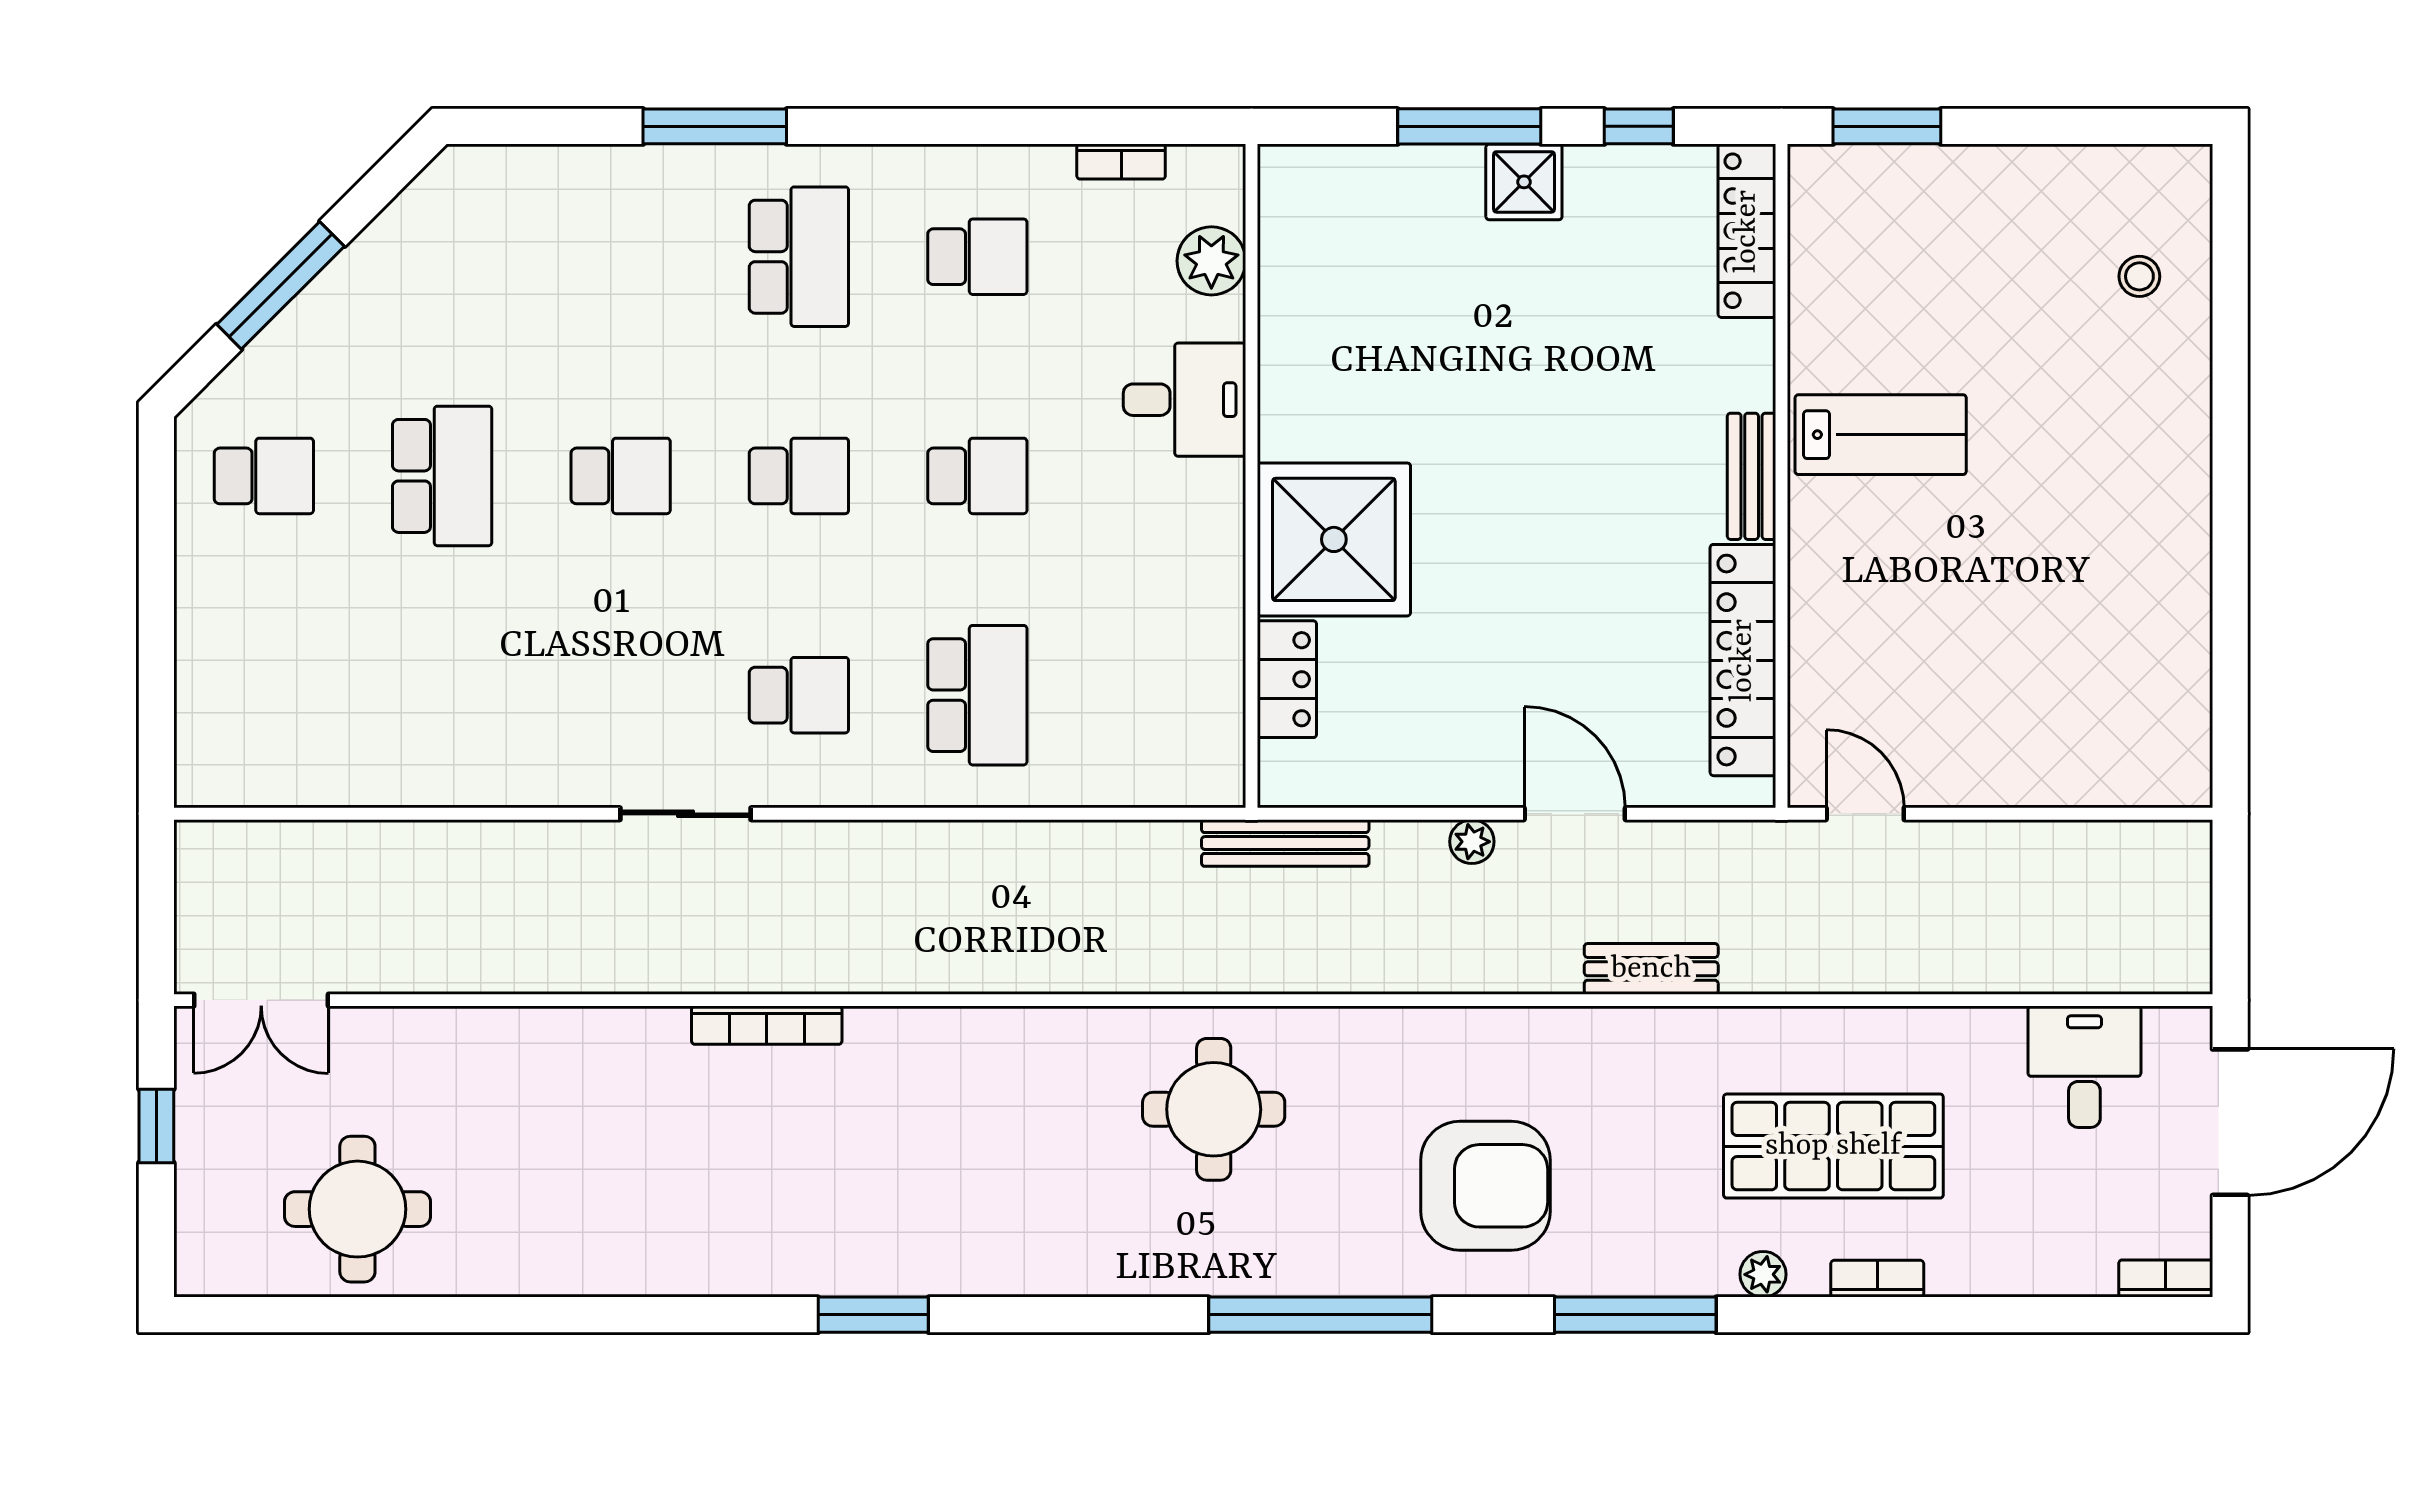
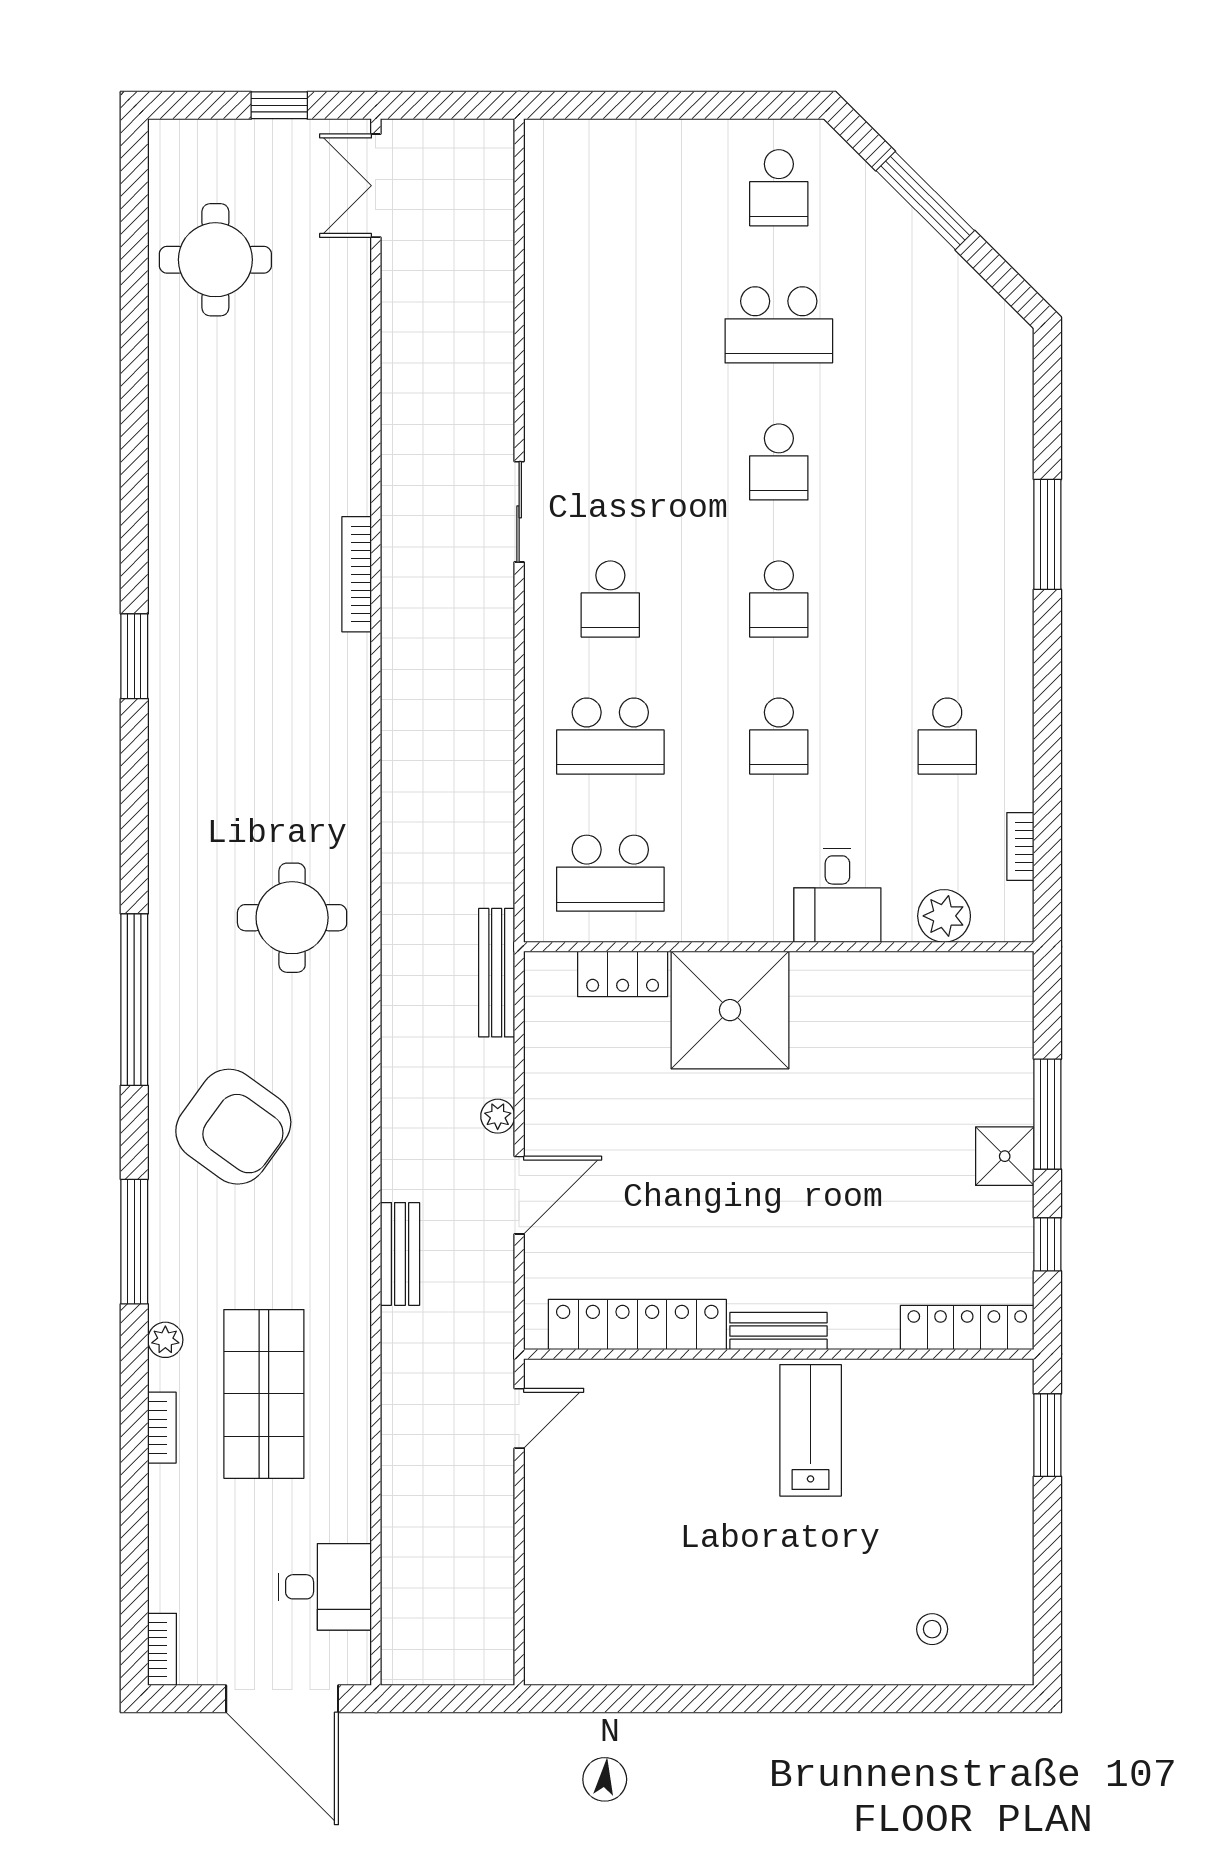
school desk: (799, 257) -> (610, 873), moved
lab bench: (1881, 435) -> (811, 1430), turned 180
armchair: (1486, 1186) -> (233, 1127), turned -54

